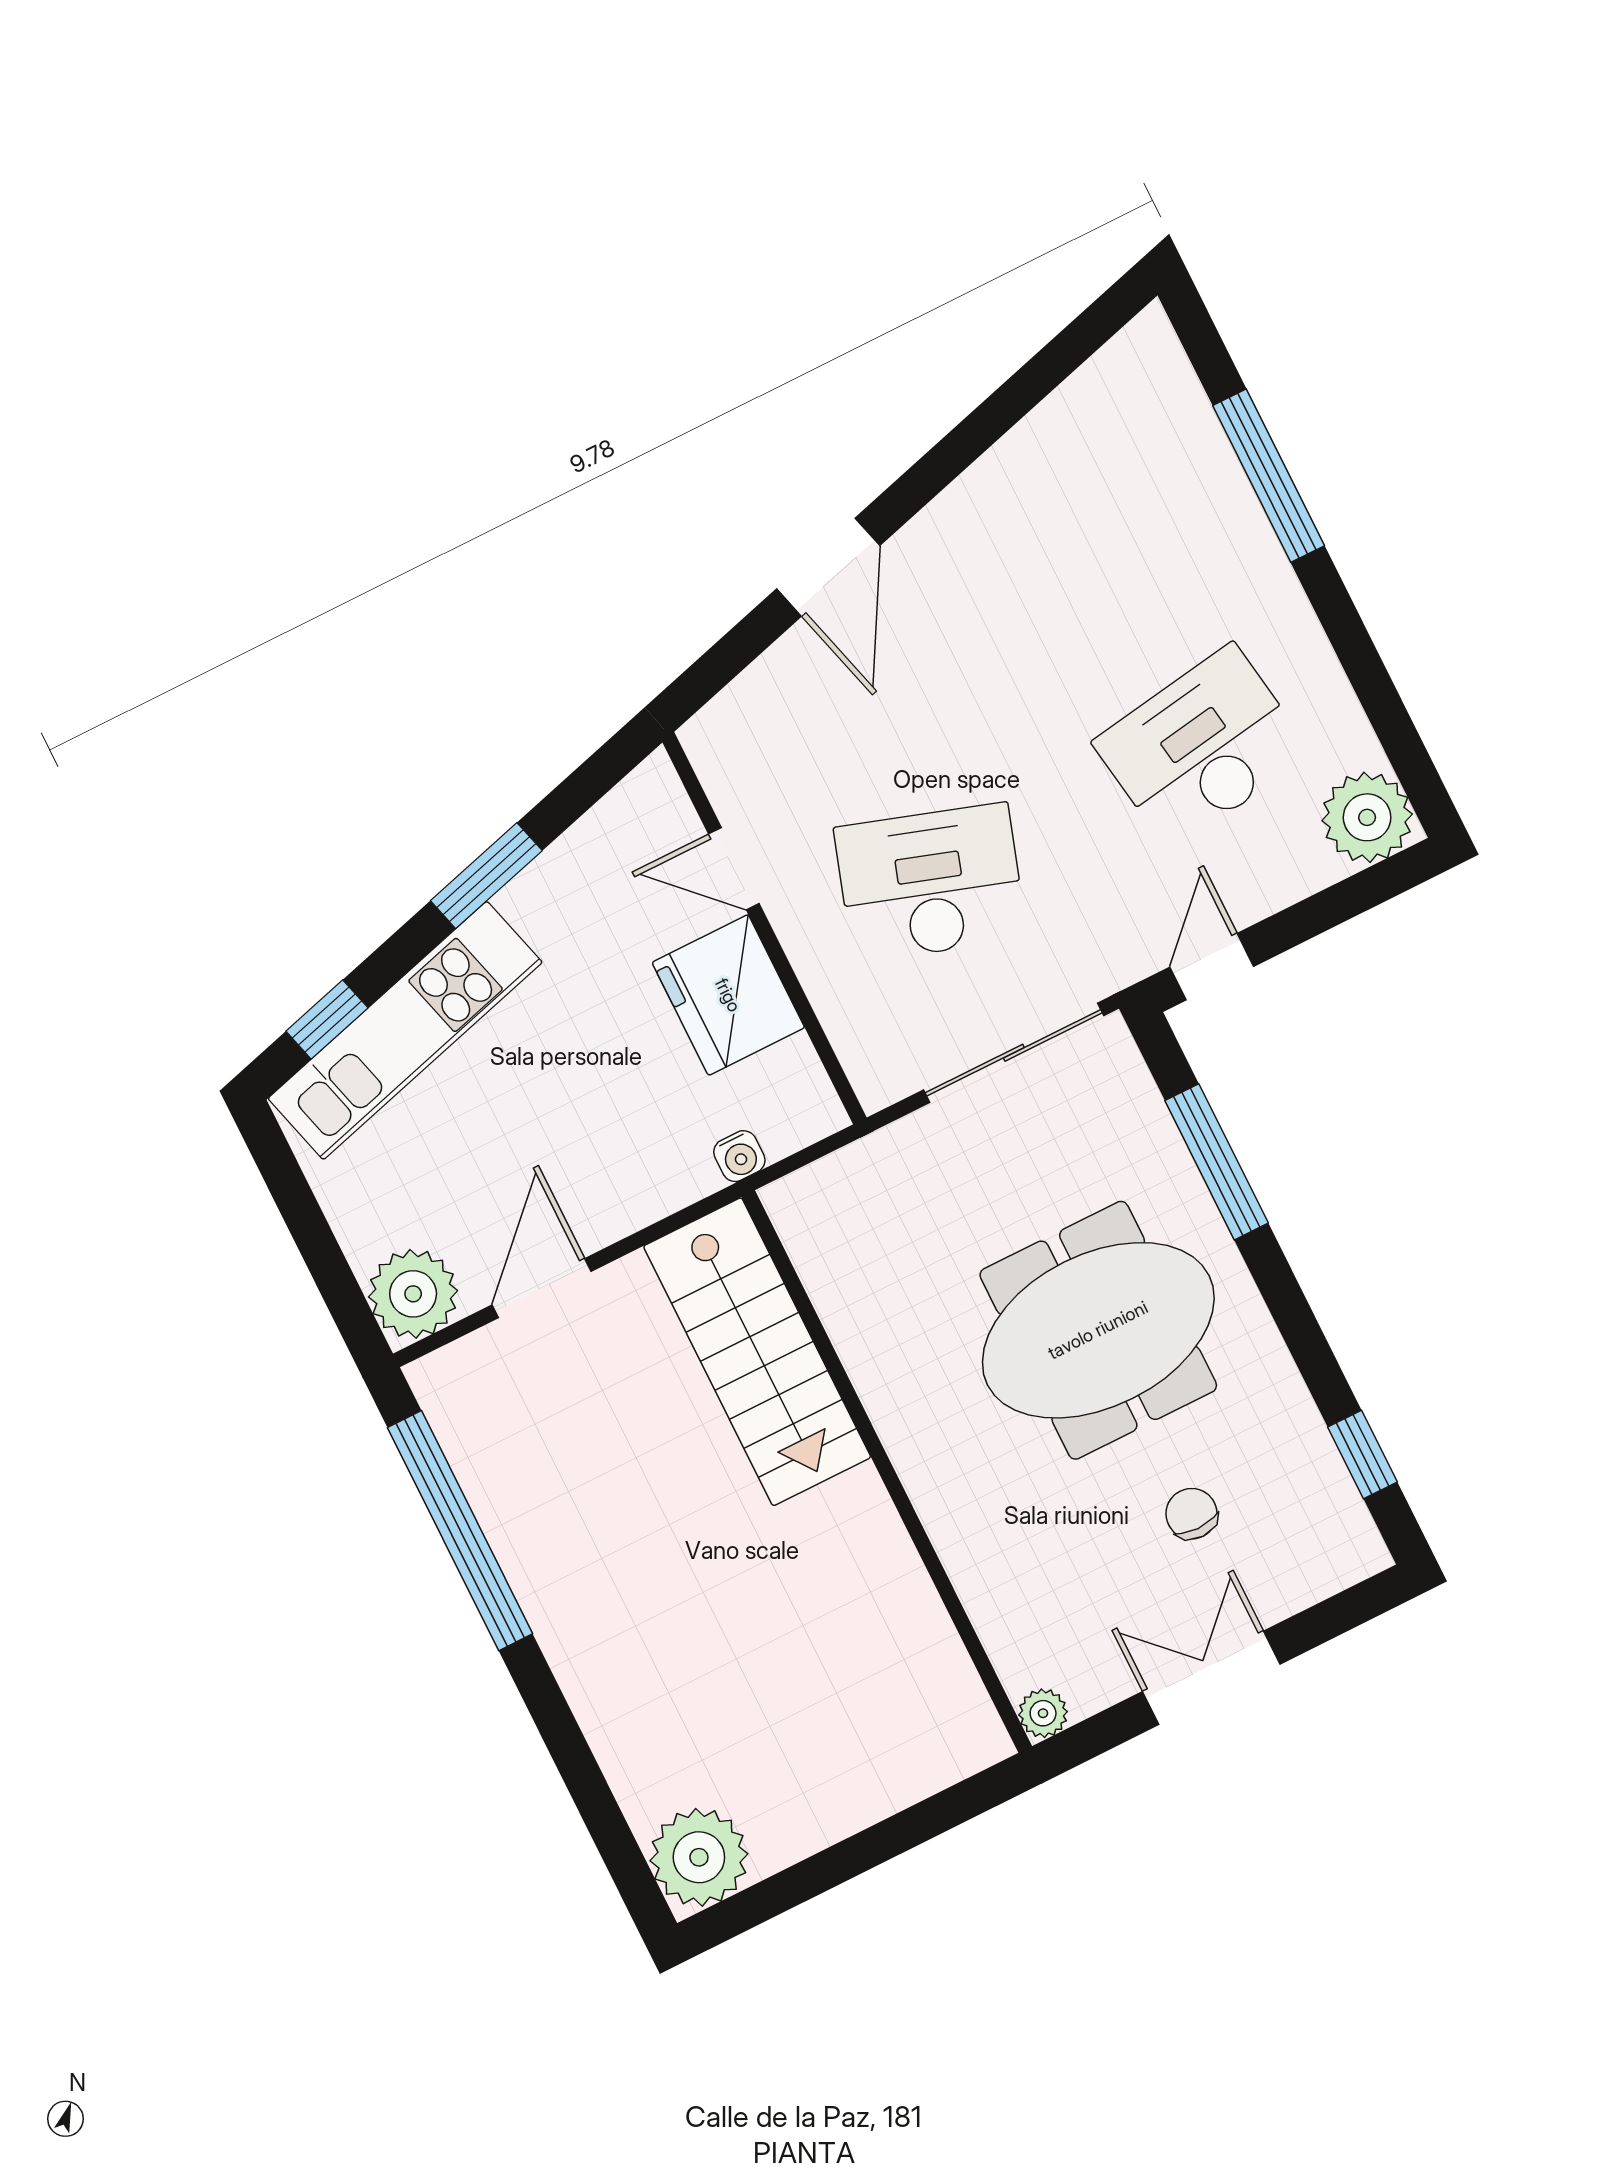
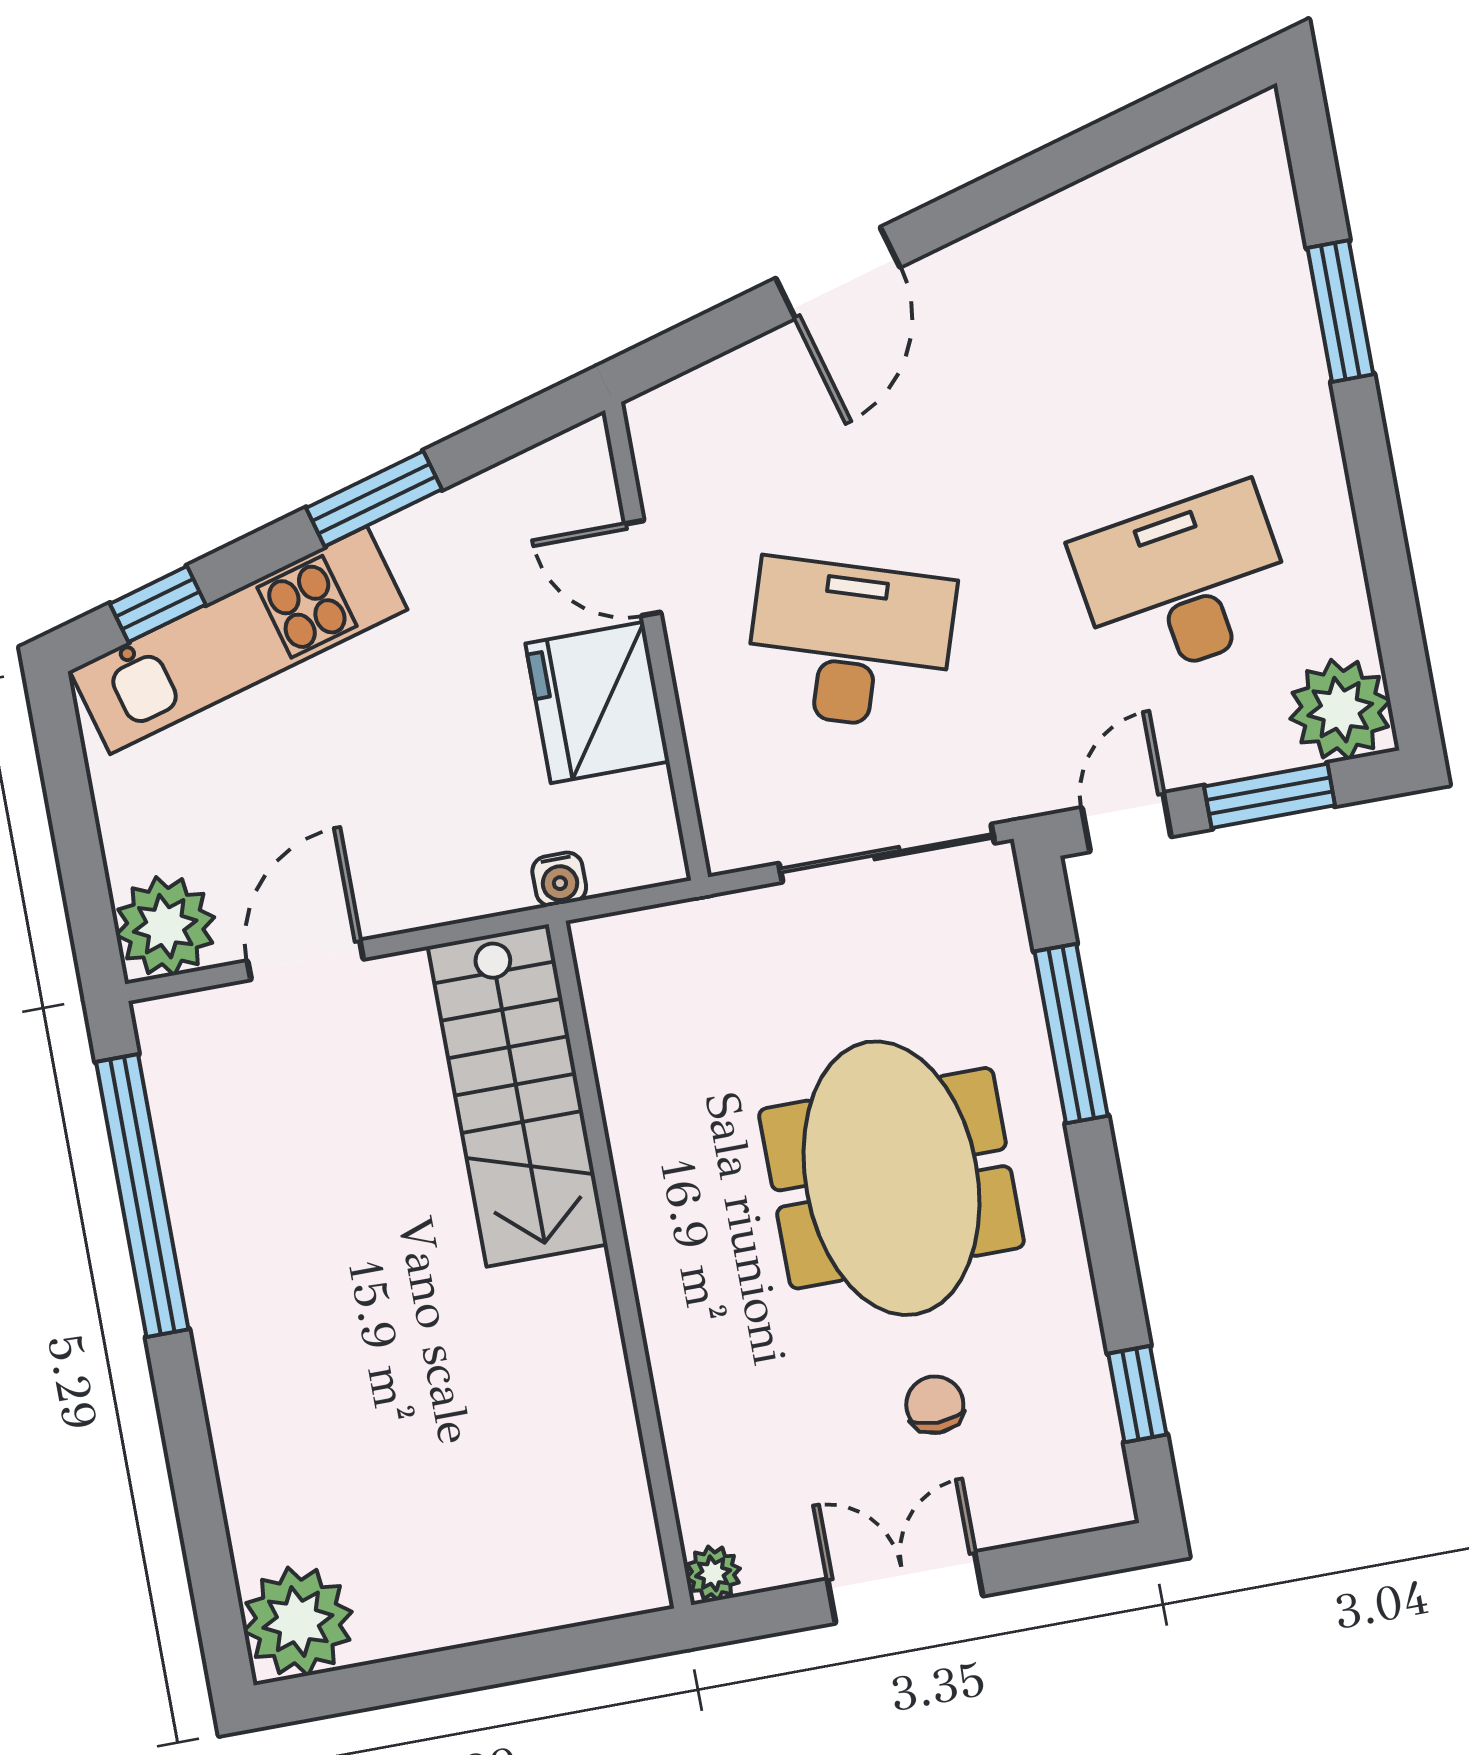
window: (1269, 476) -> (1340, 311), width x0.69
window: (1328, 909) -> (1270, 796), added
meeting table: (1098, 1330) -> (891, 1178), turned 90

